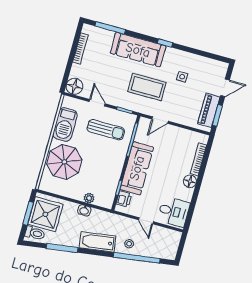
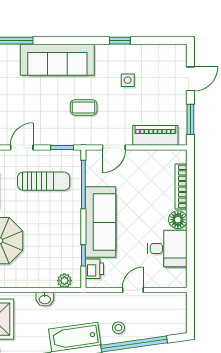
window: (165, 43) -> (120, 41), moved
coffee table: (147, 87) -> (84, 107), width x0.54, depth x0.58
door: (97, 103) -> (22, 148), hinge flipped
piano: (209, 110) -> (155, 135), moved, turned 90
plant: (89, 198) -> (64, 281), moved
desk: (174, 212) -> (167, 248), moved
door: (146, 221) -> (133, 290), swing flipped

